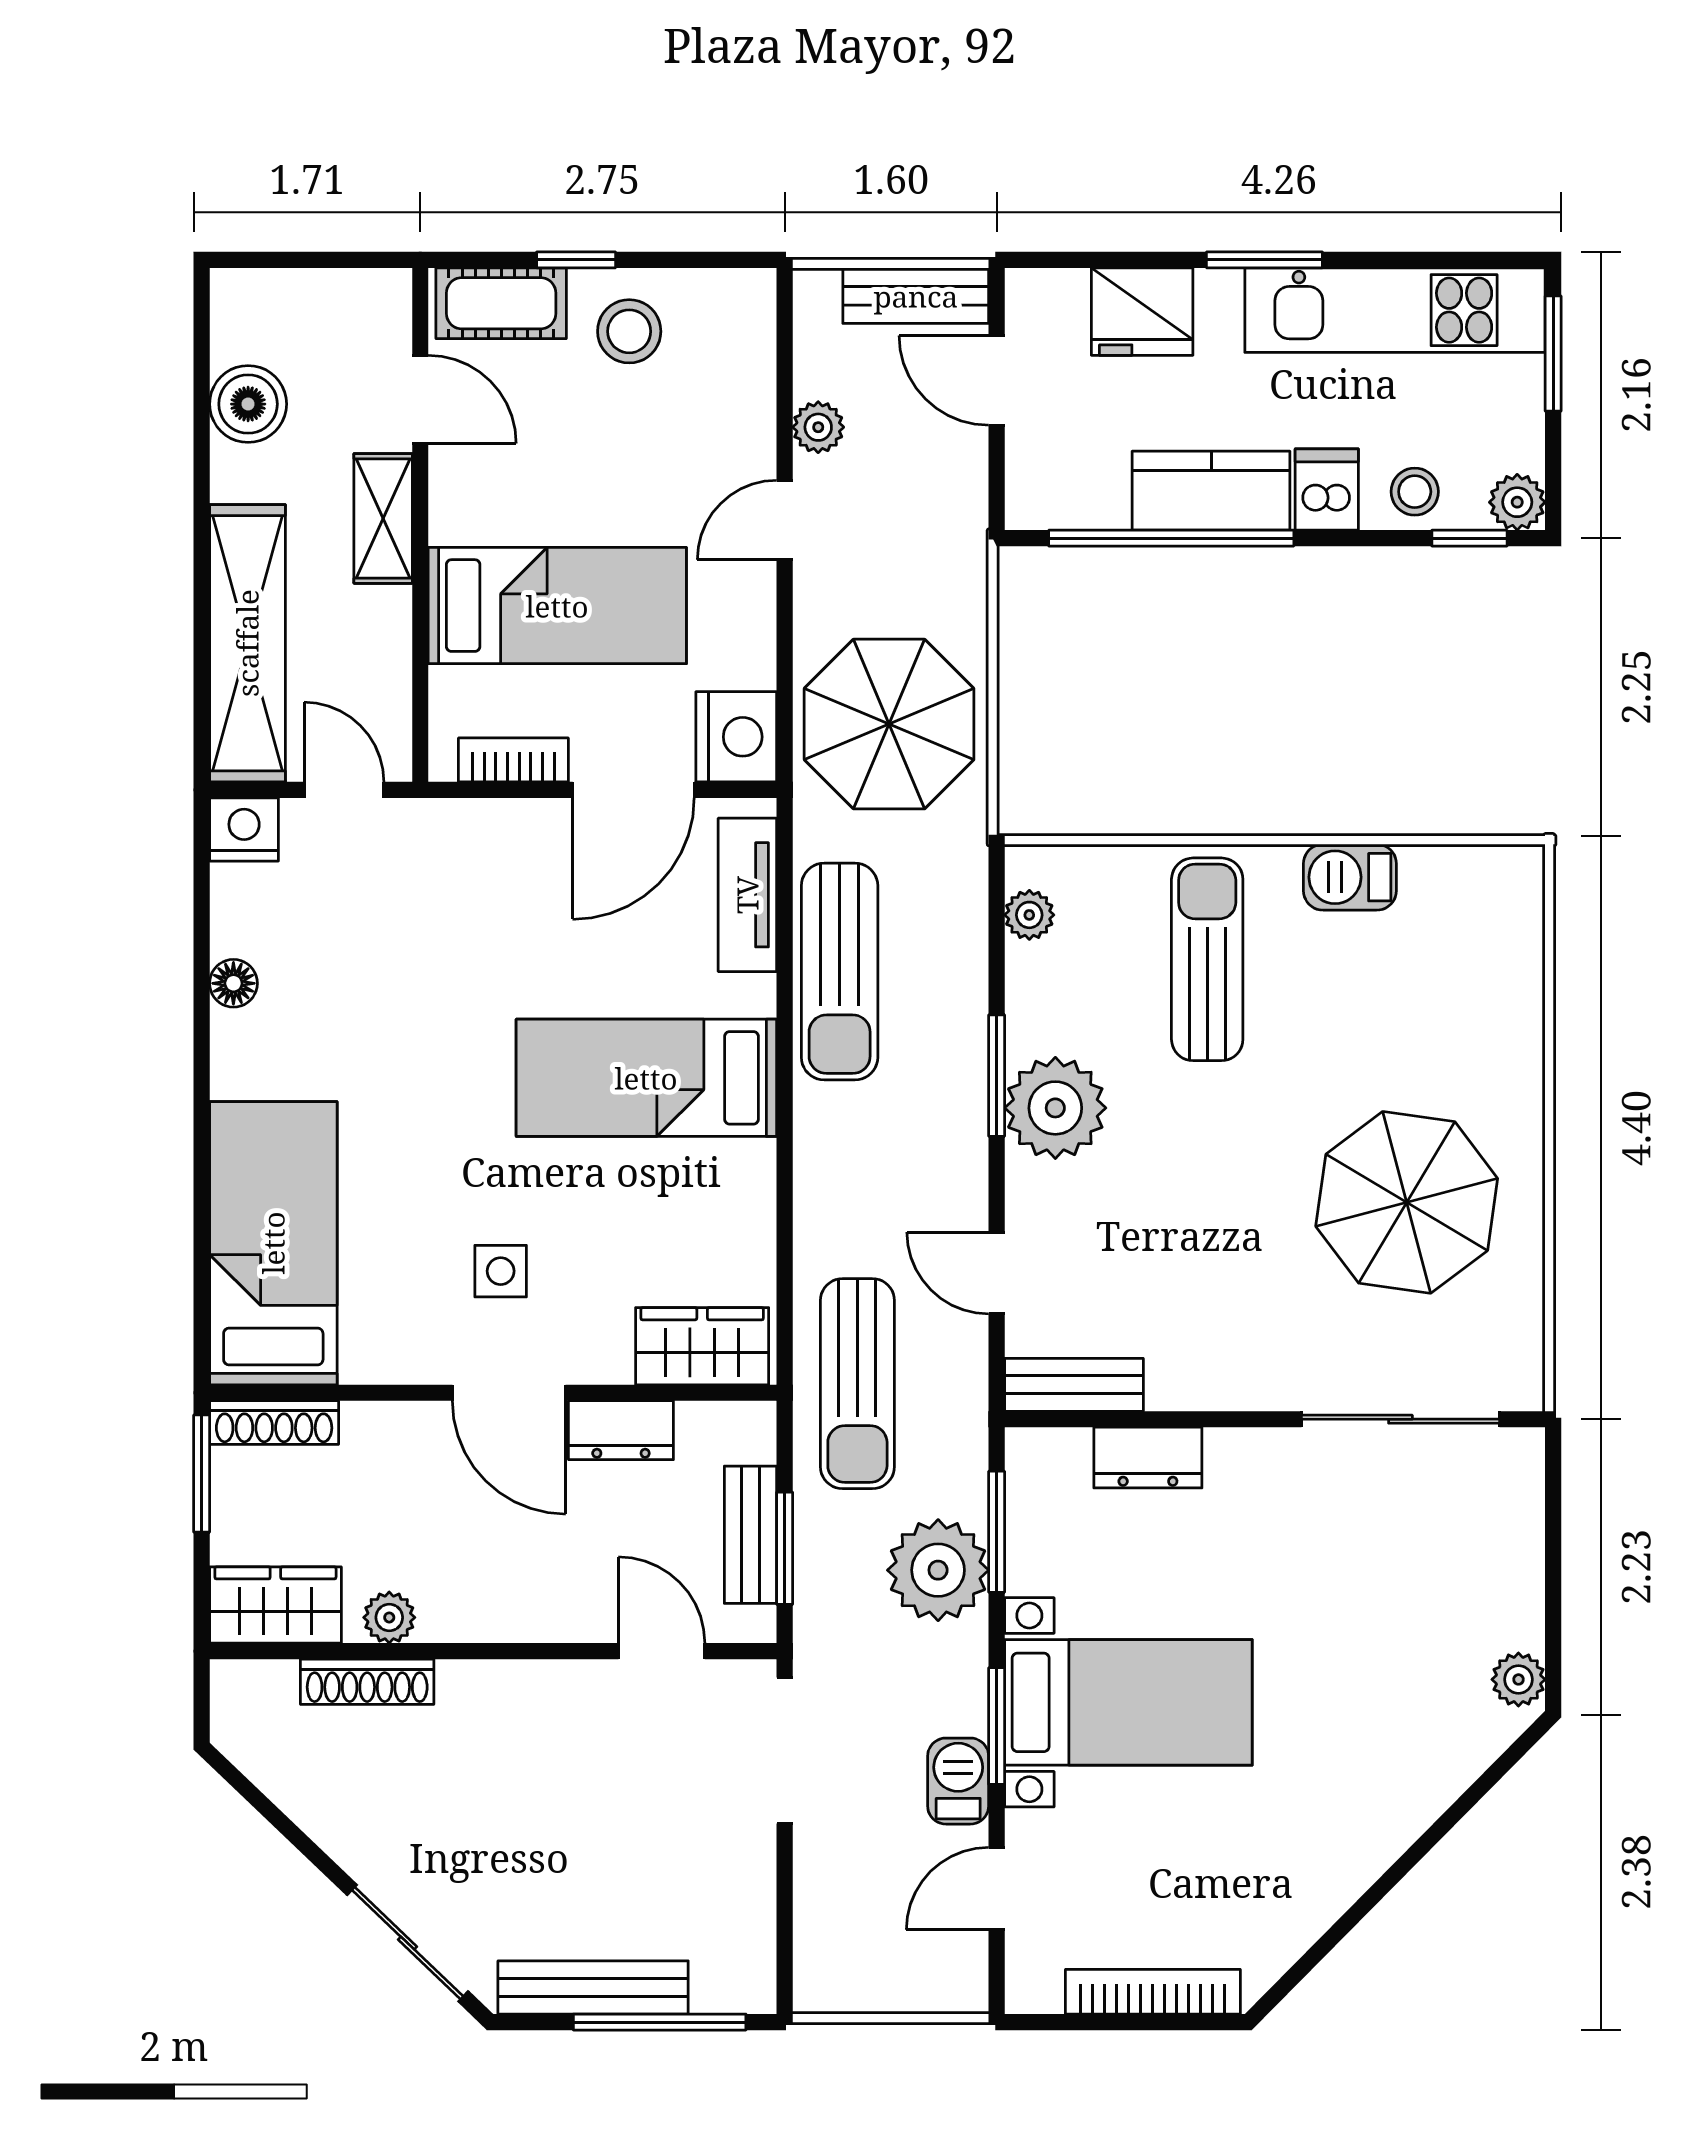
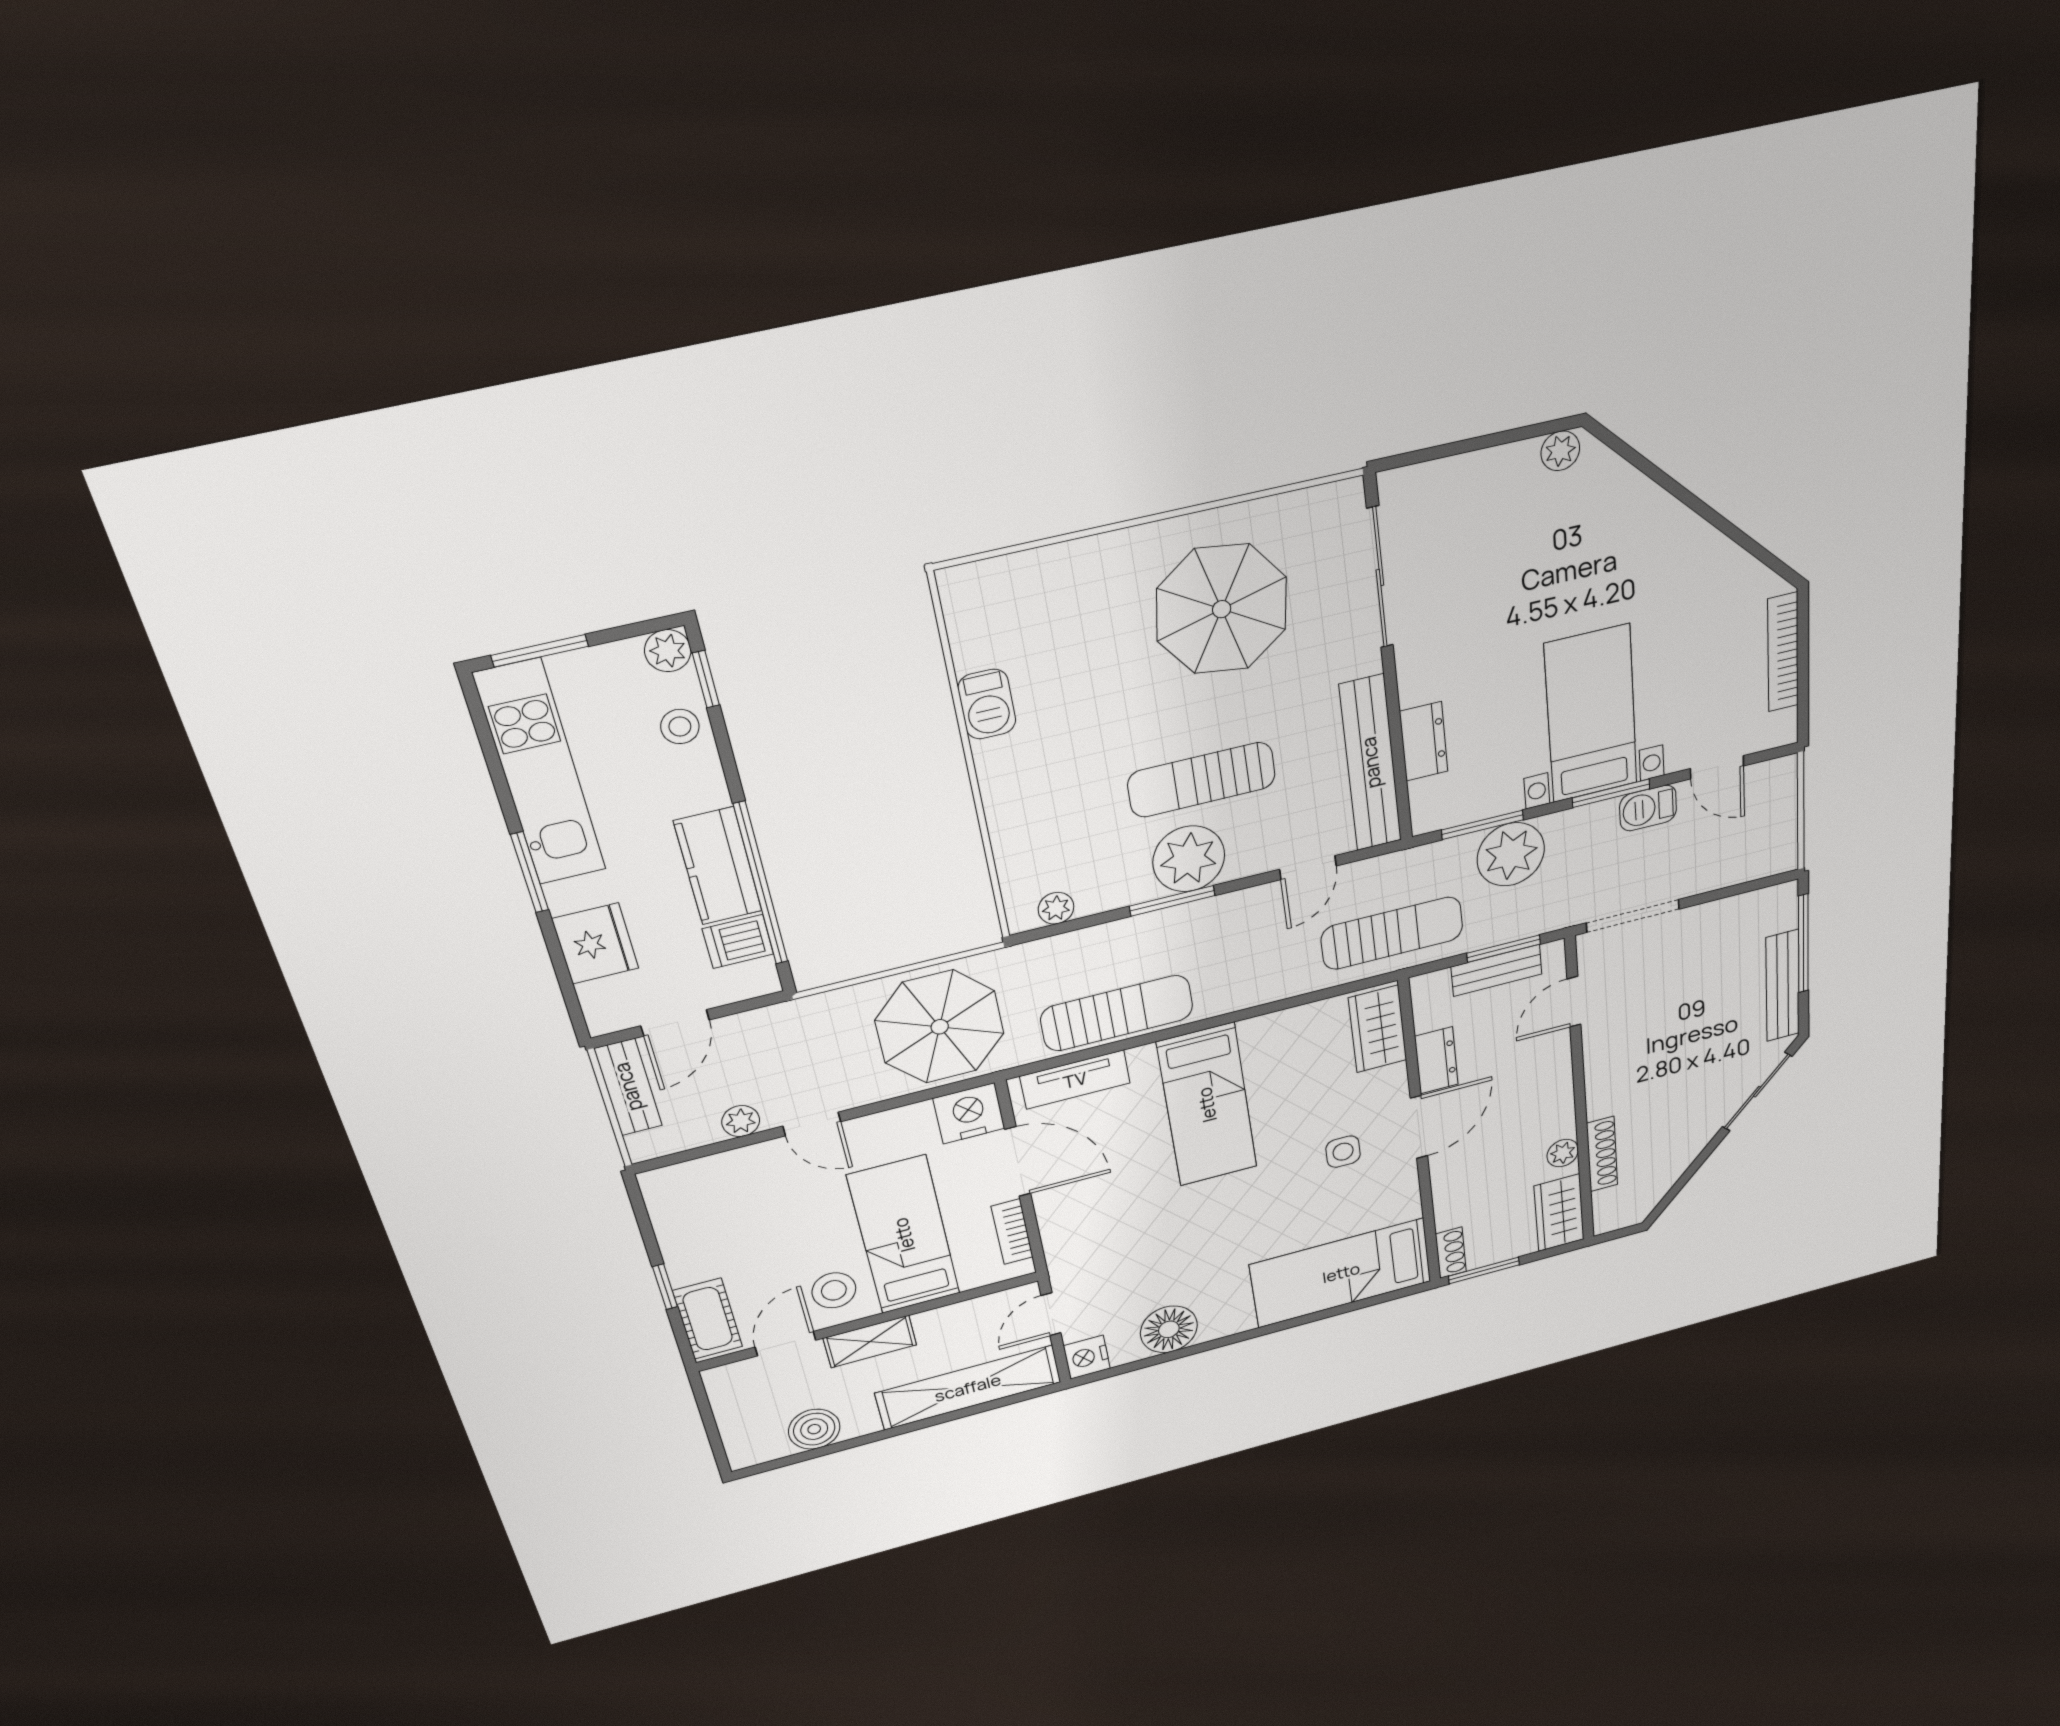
stool: (629, 331) -> (834, 1290), moved
dishwasher: (1327, 490) -> (738, 941), moved
sun lounger: (1207, 959) -> (1202, 780), moved
floor lamp: (233, 983) -> (1169, 1329), width x1.89, depth x1.89
bench: (1074, 1385) -> (1371, 763), width x1.86, depth x1.21
shoe rack: (274, 1423) -> (1451, 1253), width x0.70

